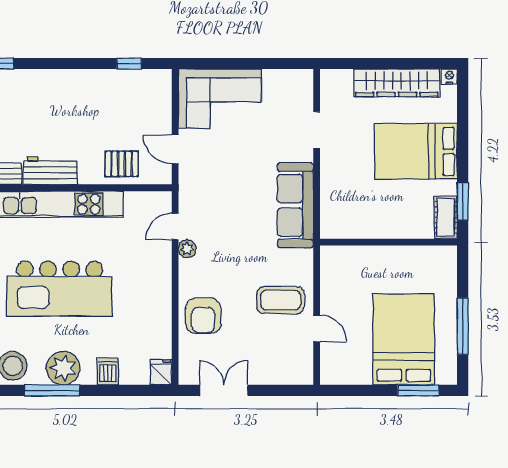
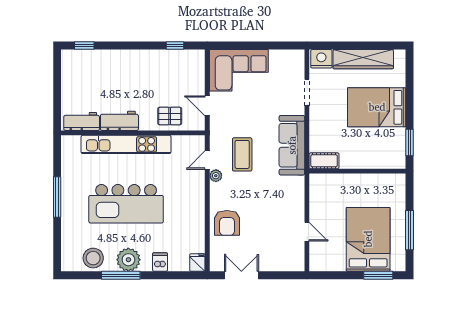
nightstand: (449, 76) -> (321, 59), moved, width x1.89, depth x1.79
cot: (446, 217) -> (324, 161), moved, turned 90
coffee table: (281, 300) -> (242, 154), moved, turned 90

